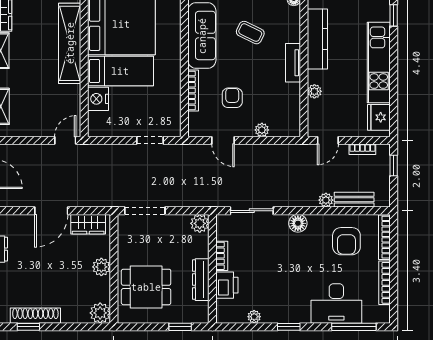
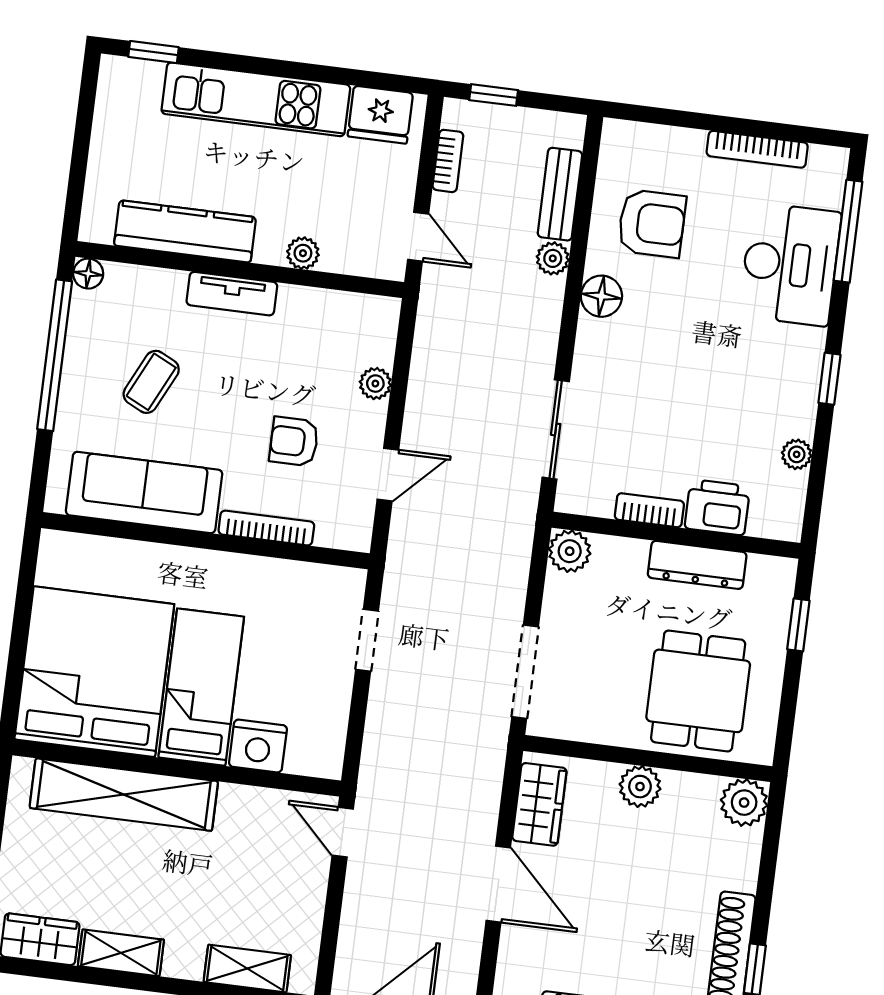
floor lamp: (298, 223) -> (601, 296), moved
bookcase: (384, 237) -> (654, 137), removed

